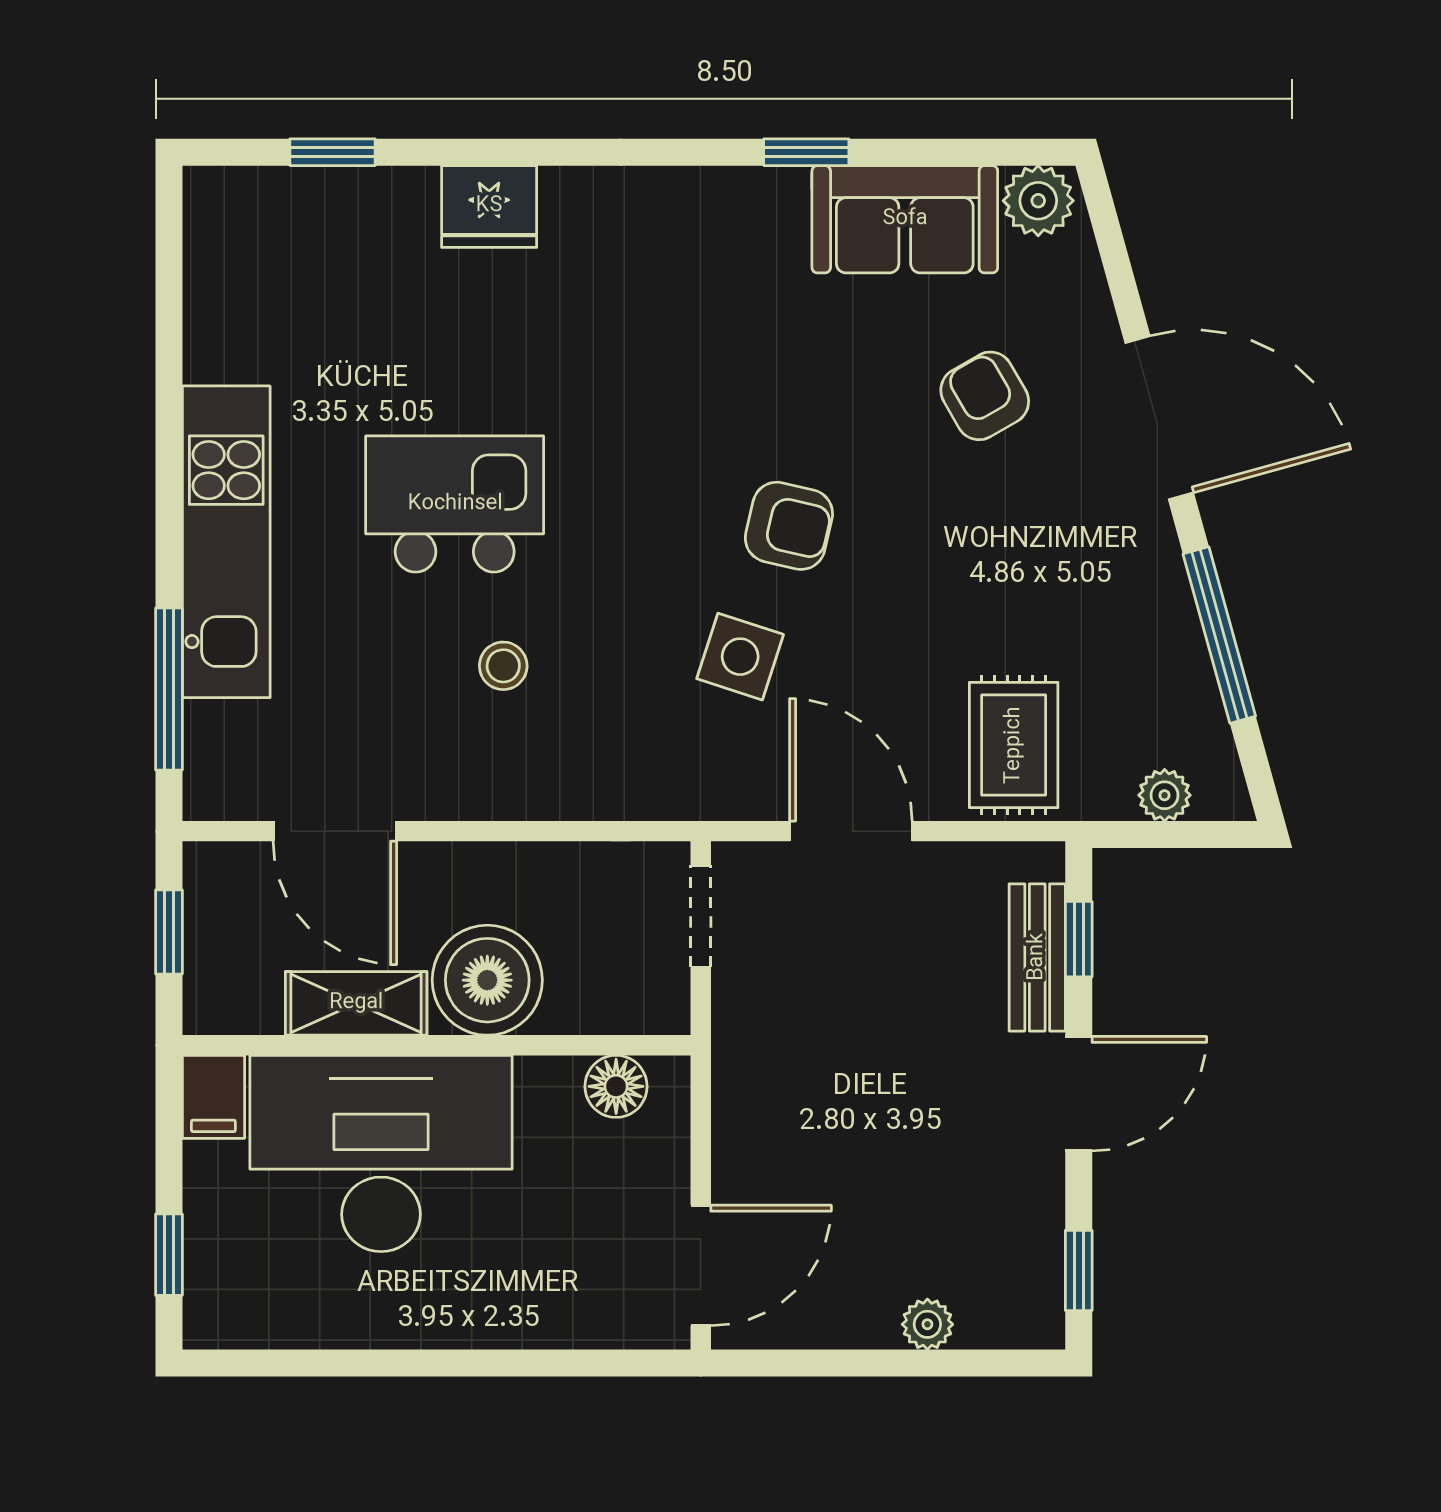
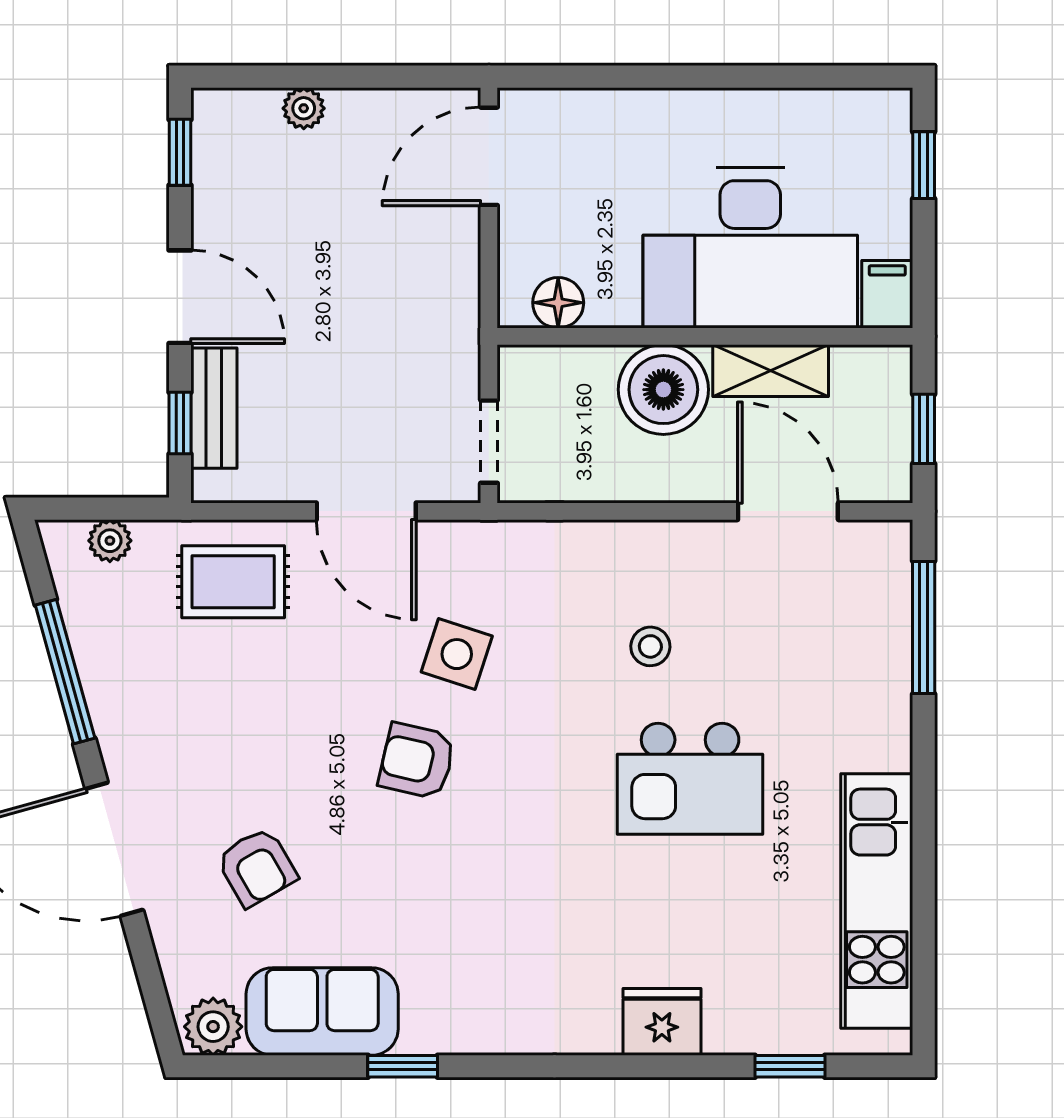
kitchen unit: (226, 542) -> (877, 901), moved
rug: (1014, 745) -> (233, 582), turned 90
door: (1079, 1094) -> (180, 297), swing flipped

